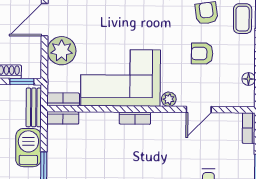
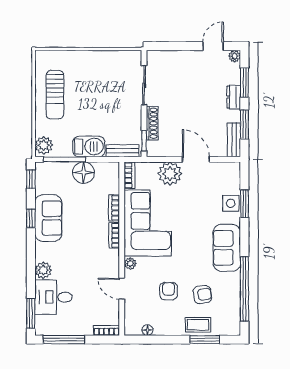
bookcase: (63, 118) -> (114, 208), moved
floor lamp: (60, 154) -> (84, 173), added

